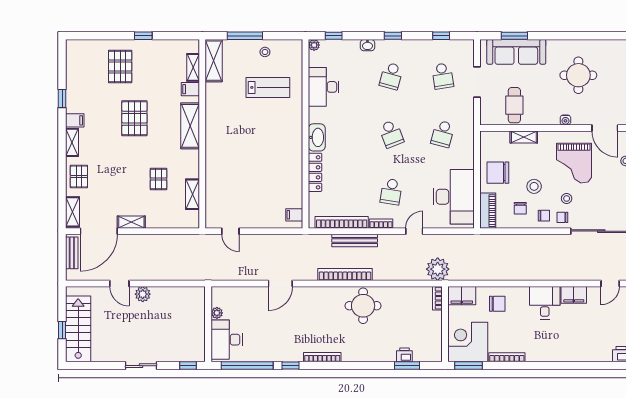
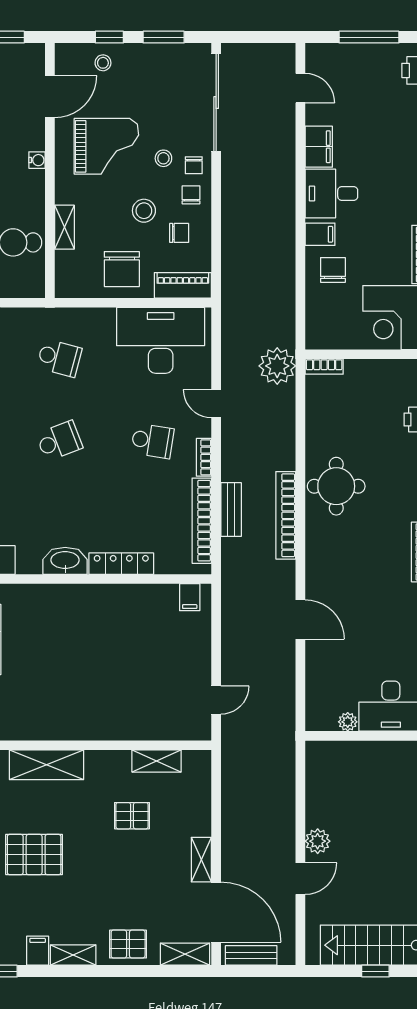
bench: (355, 240) -> (231, 510), width x0.73
filing cabinet: (462, 296) -> (320, 234), moved, width x0.50

